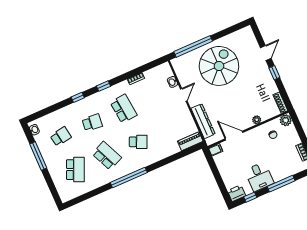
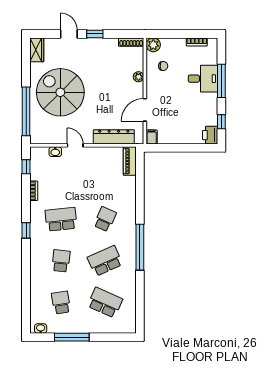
wardrobe: (243, 34) -> (37, 50), added
window: (78, 97) -> (26, 167), moved
desk: (259, 177) -> (203, 79), moved

